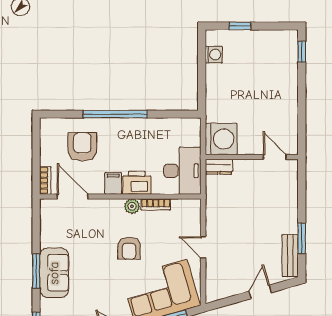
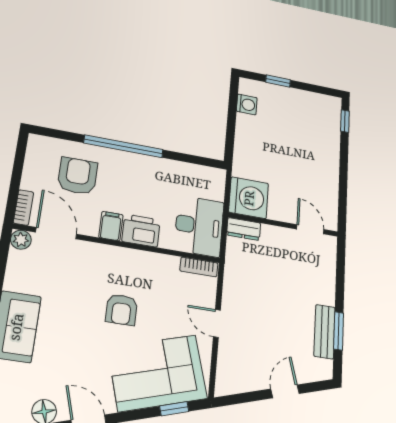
bookcase: (156, 205) -> (199, 267), moved
plant: (132, 206) -> (21, 240), moved
bench: (290, 256) -> (325, 332), moved

